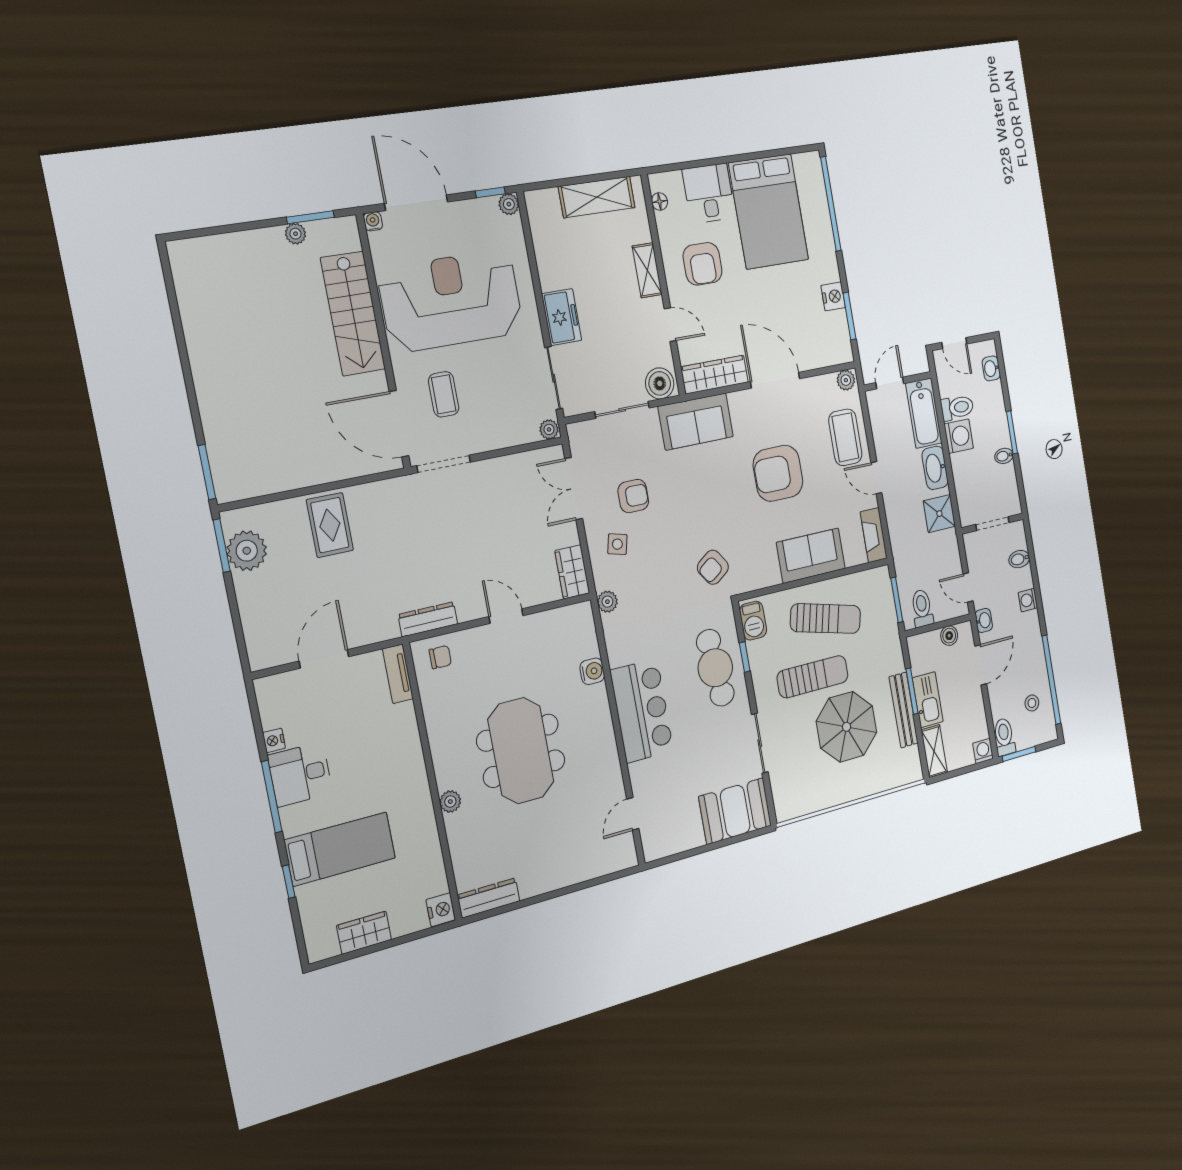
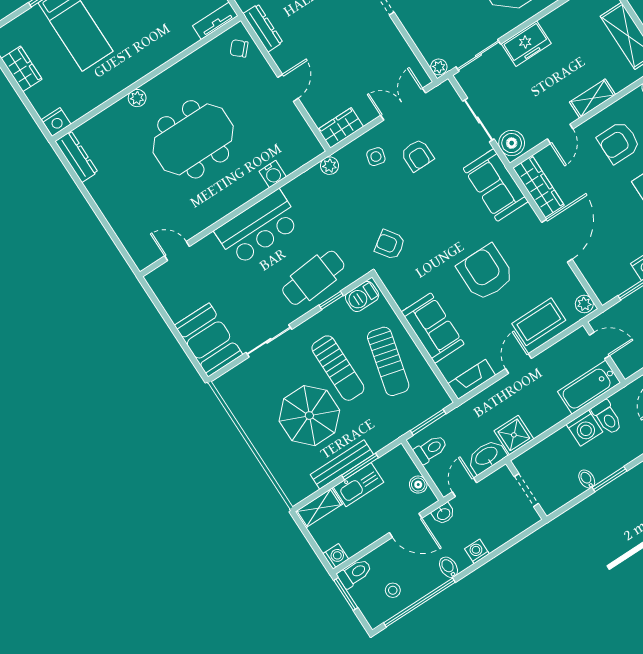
washbasin: (935, 468) -> (487, 456), moved
bidet: (1019, 559) -> (448, 567), moved
chair: (440, 657) -> (239, 48), turned 132

